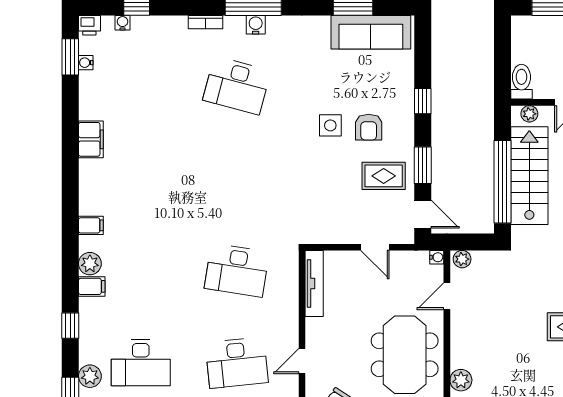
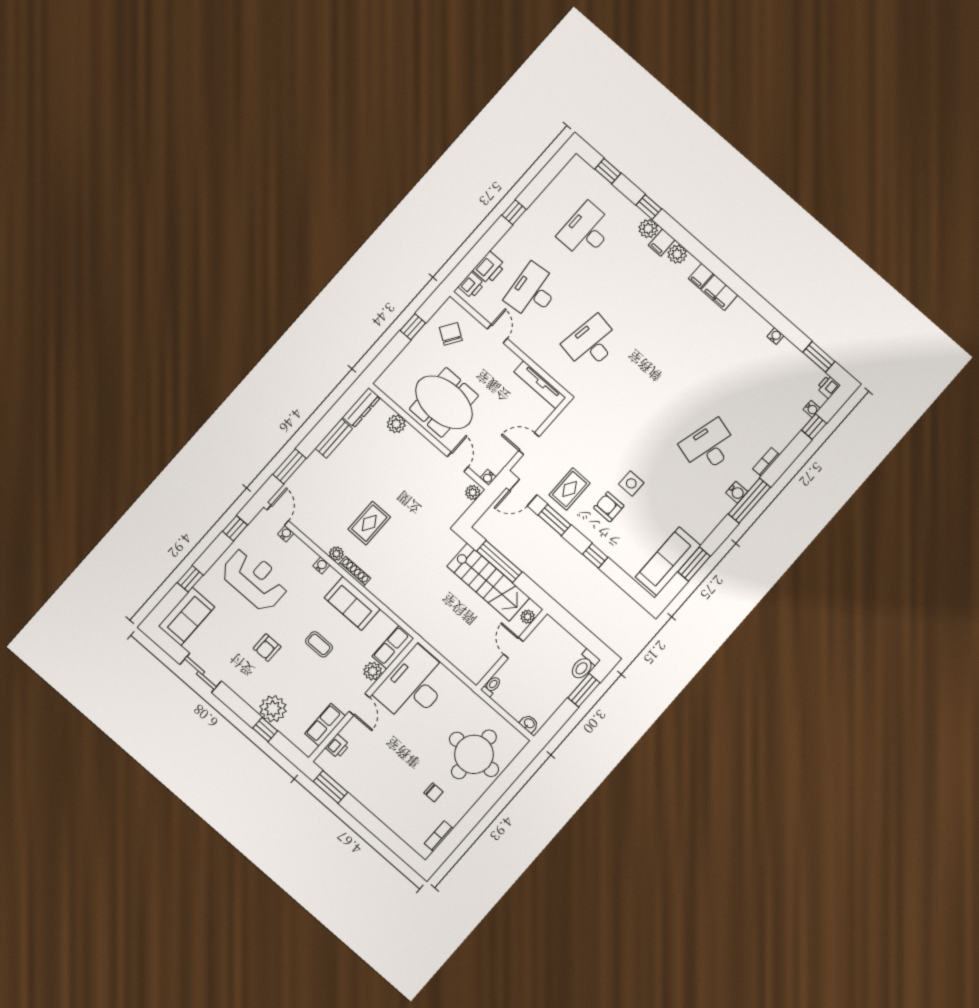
water cooler: (86, 63) -> (776, 336), moved
toilet: (521, 82) -> (584, 665), moved, turned 90
filing cabinet: (91, 139) -> (719, 292), moved
window: (502, 182) -> (499, 562), width x0.68
plant: (90, 376) -> (648, 229), moved

